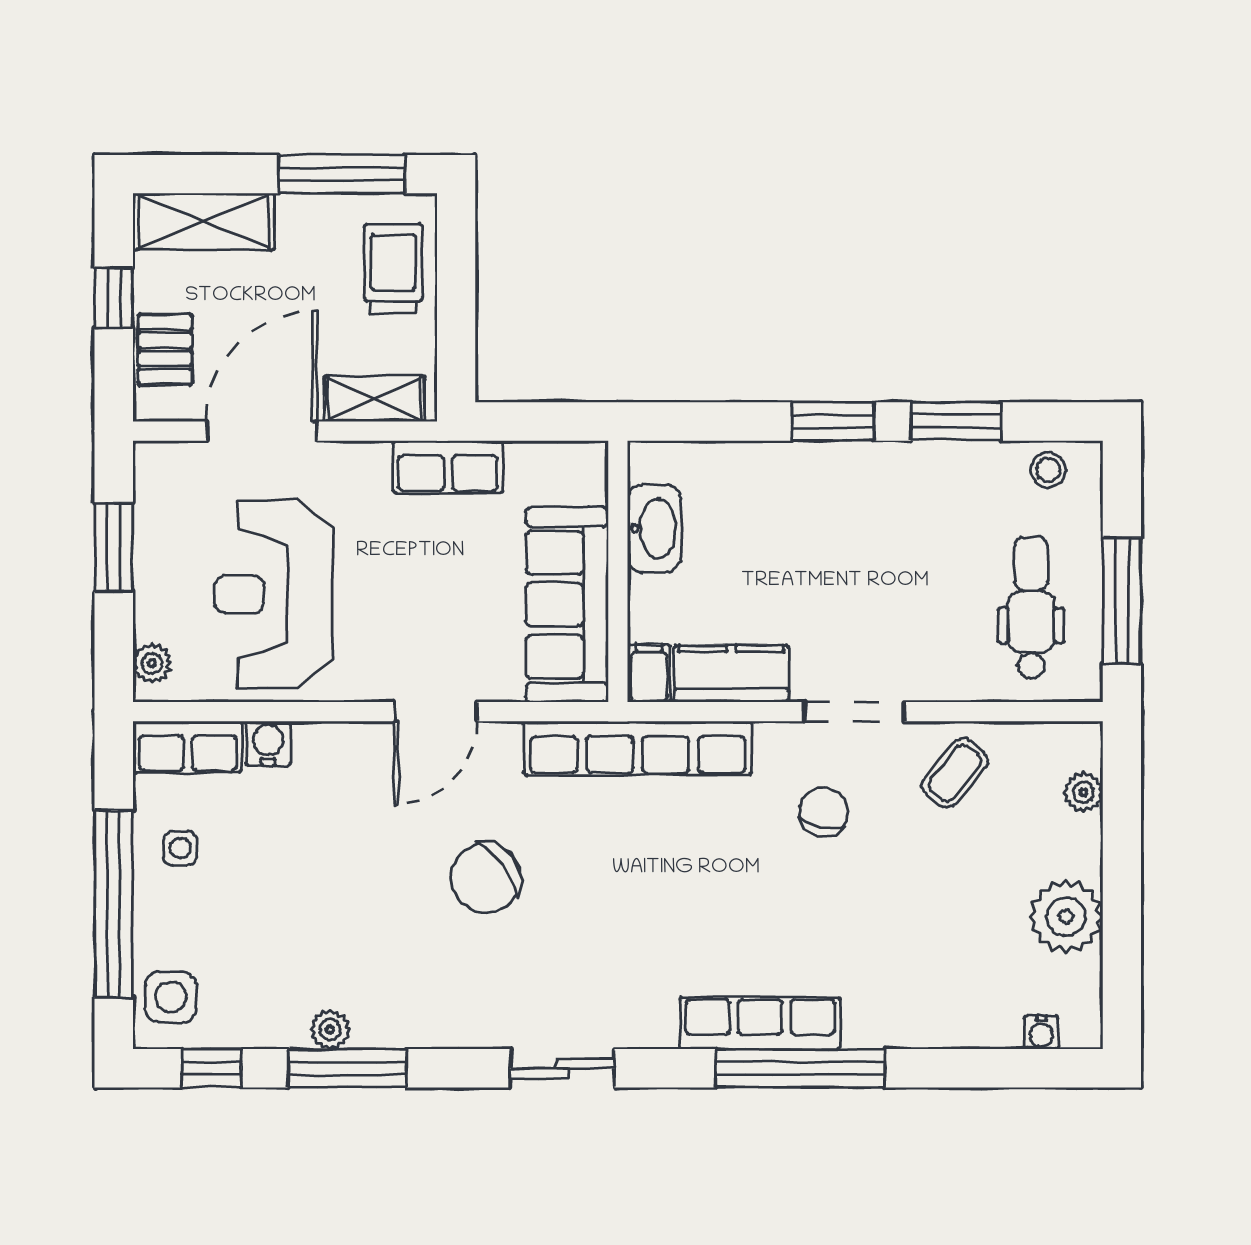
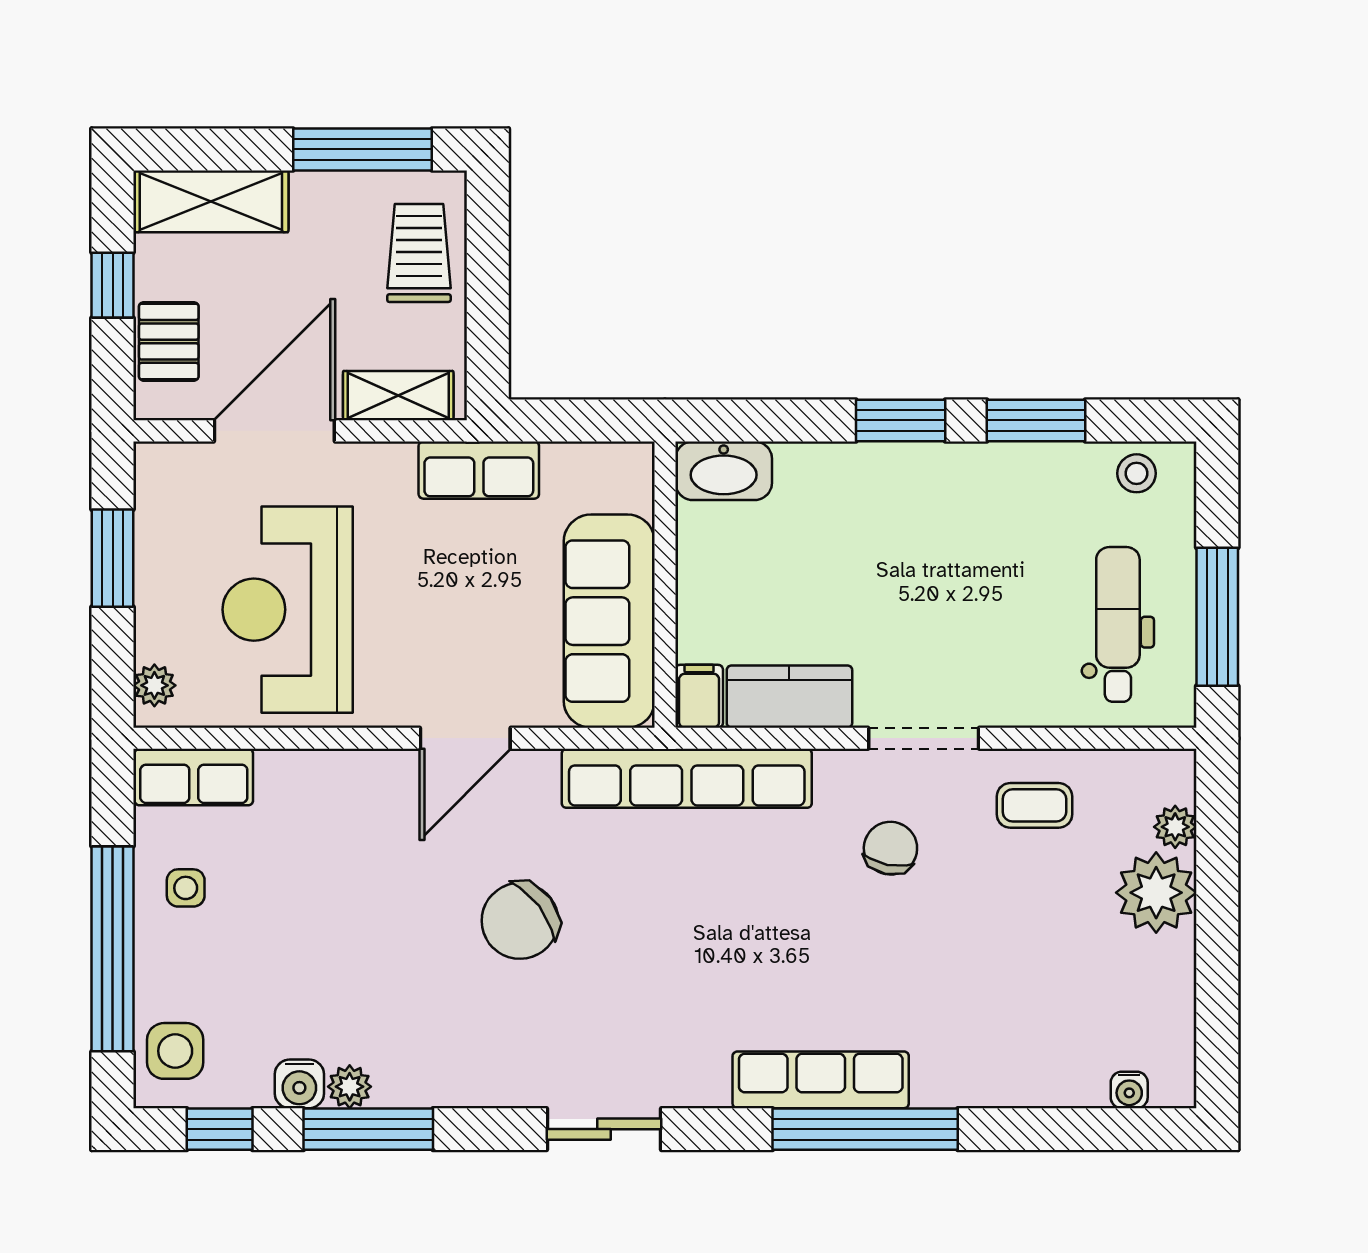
washbasin: (654, 528) -> (724, 471), moved, turned 90
water cooler: (268, 743) -> (299, 1084), moved, turned 180
coffee table: (955, 773) -> (1034, 805), turned 51
plant: (1066, 916) -> (1156, 893), moved

